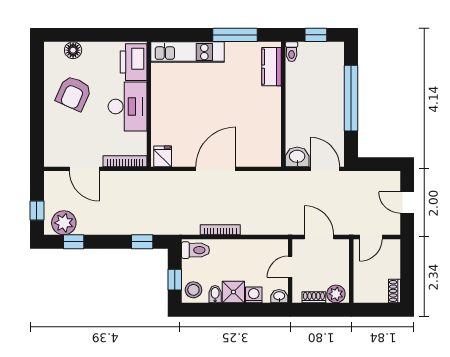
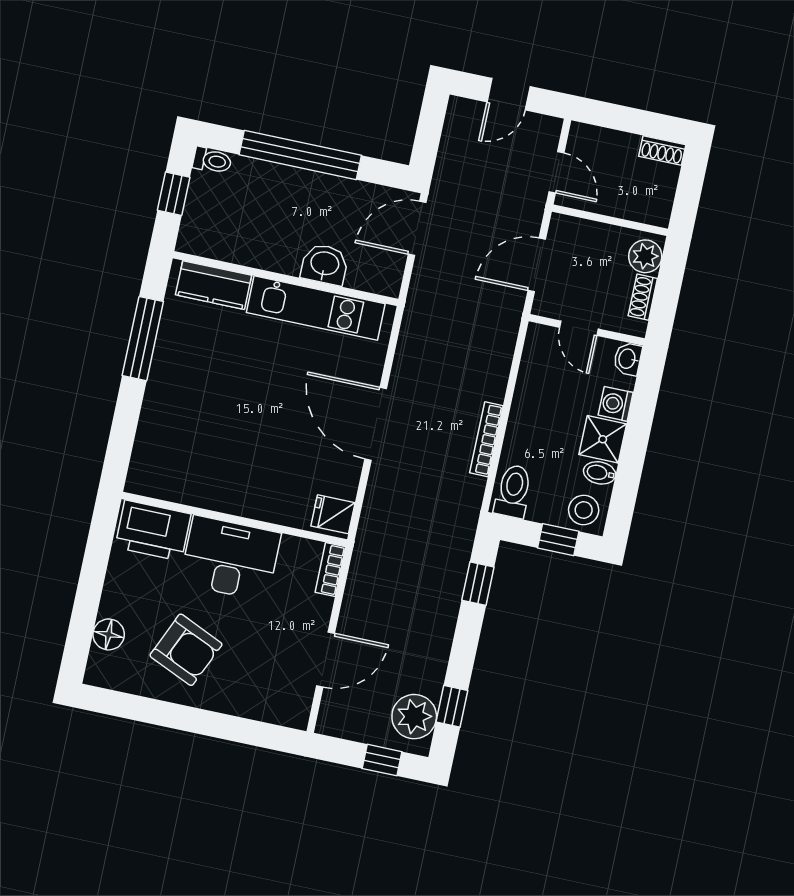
kitchen unit: (187, 52) -> (316, 308), moved, turned 90
toilet: (292, 52) -> (212, 160), moved
washbasin: (297, 157) -> (325, 264), moved, turned 90
bookcase: (125, 161) -> (330, 570), width x0.64

